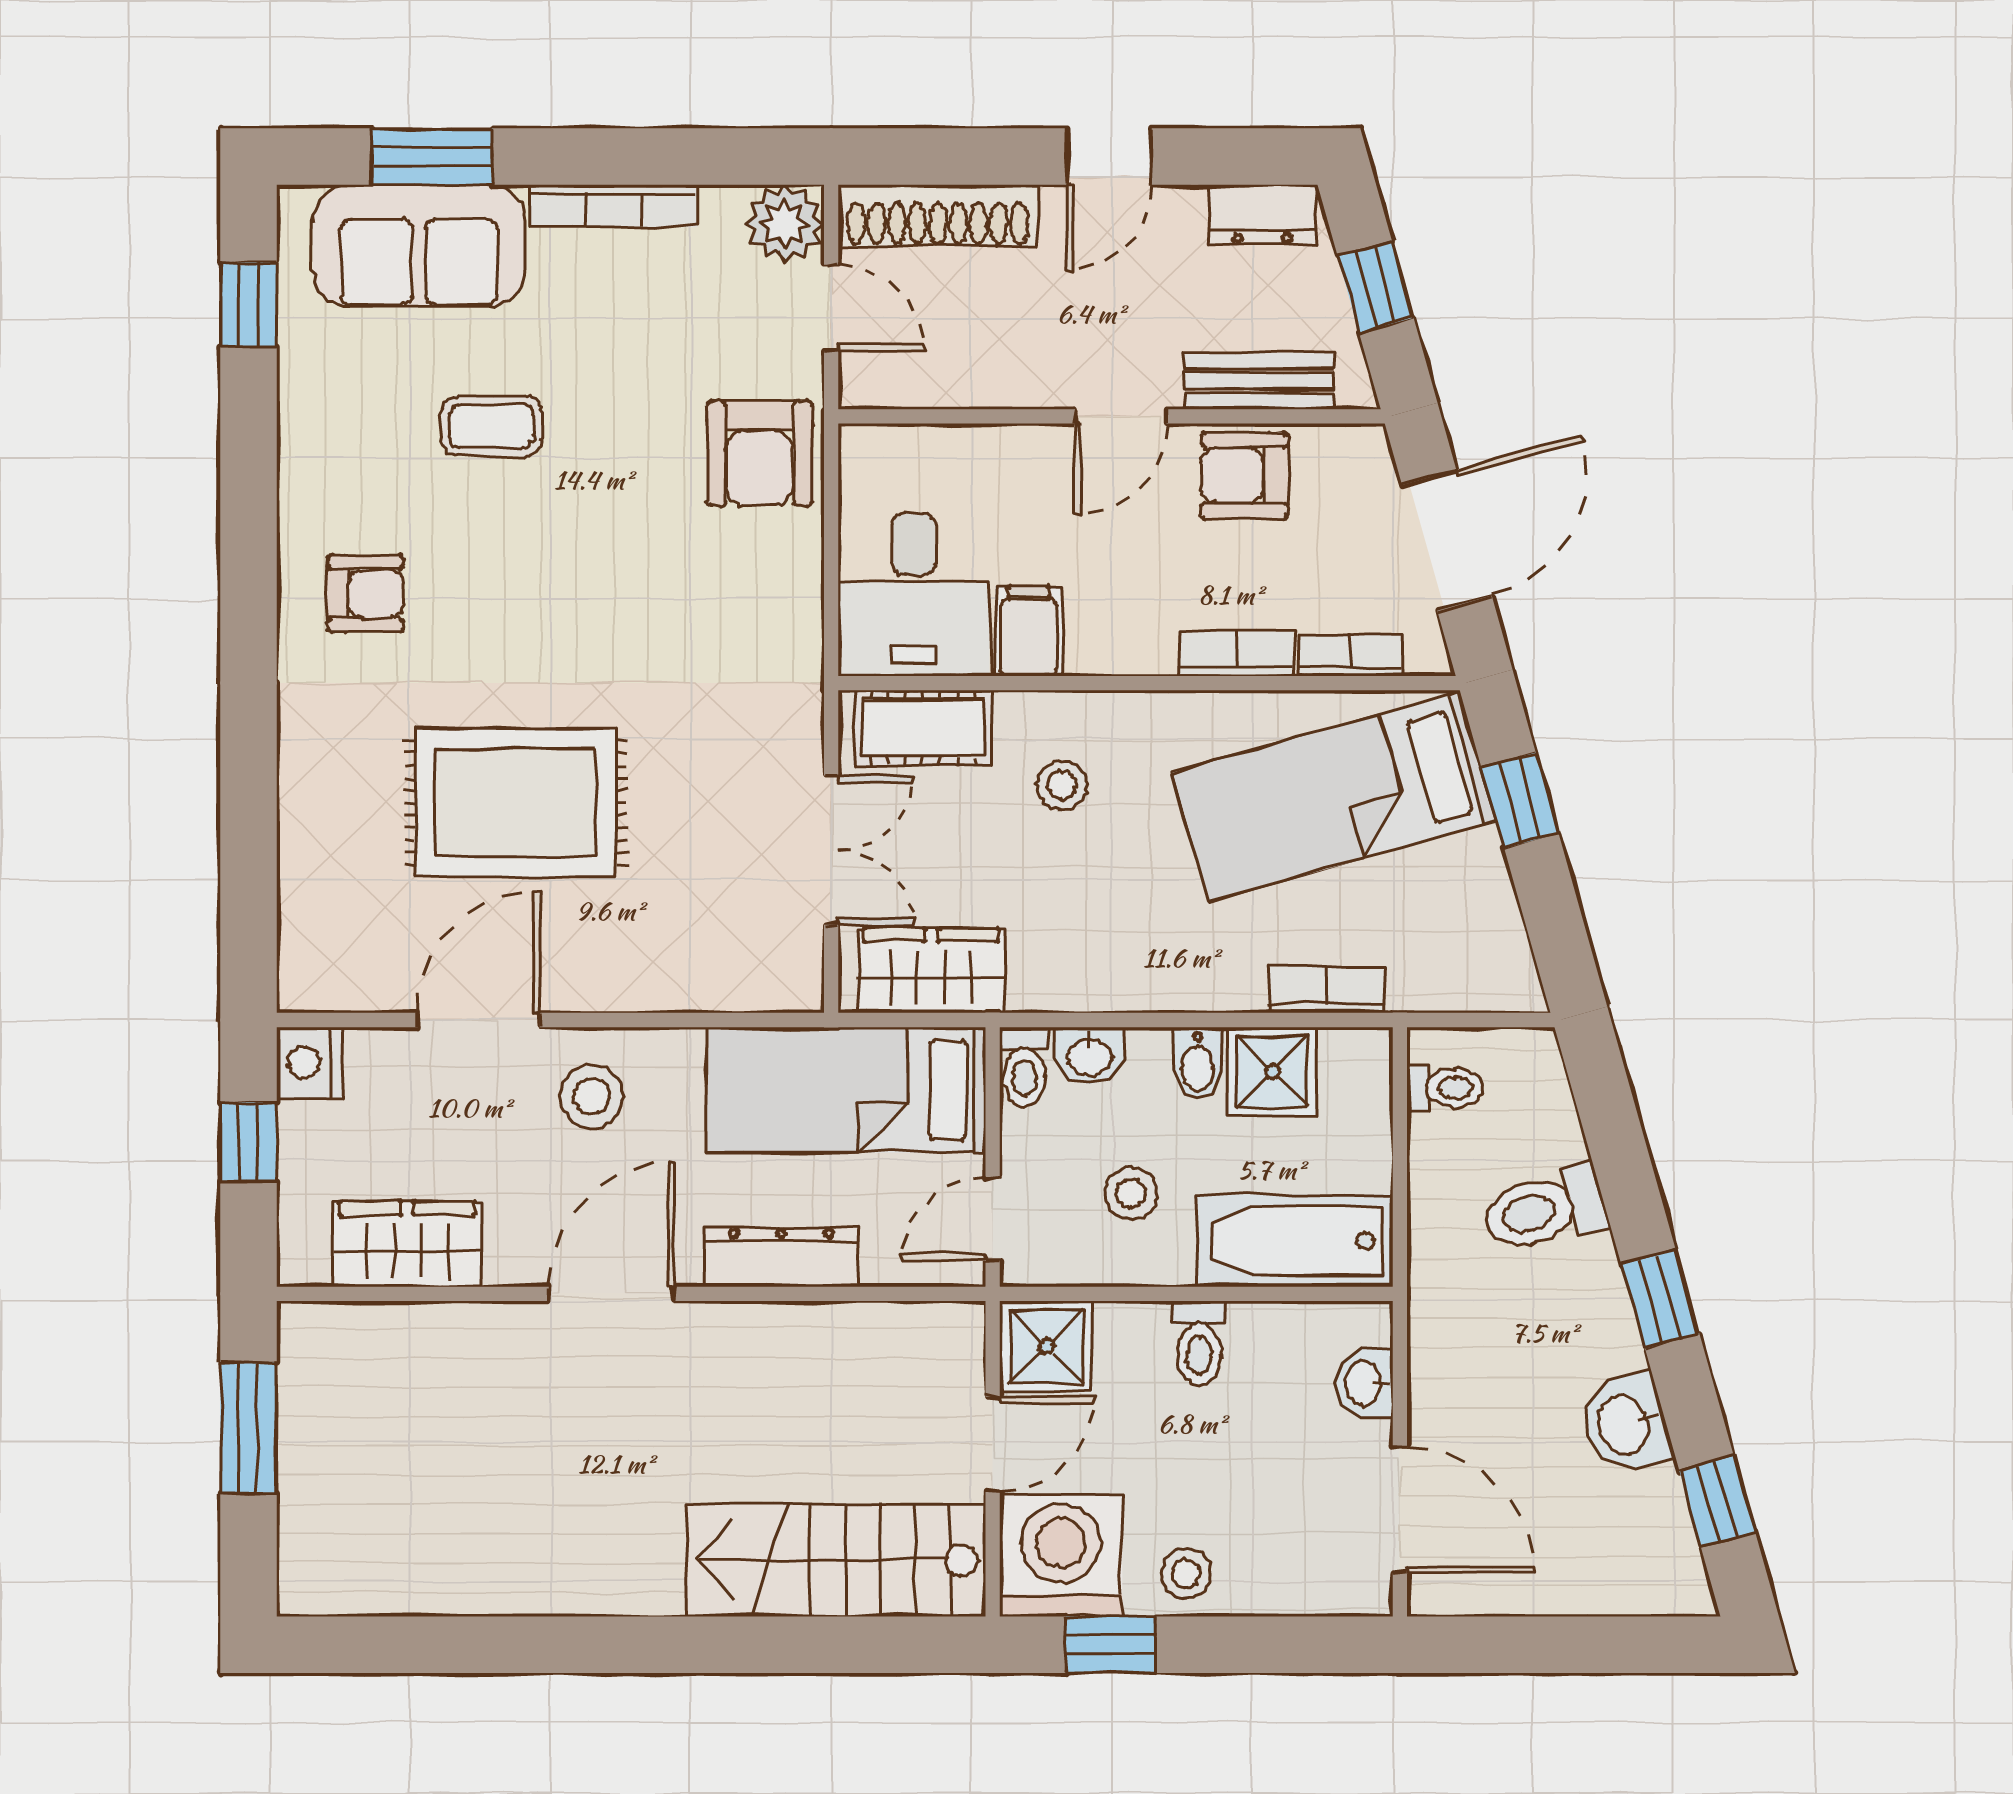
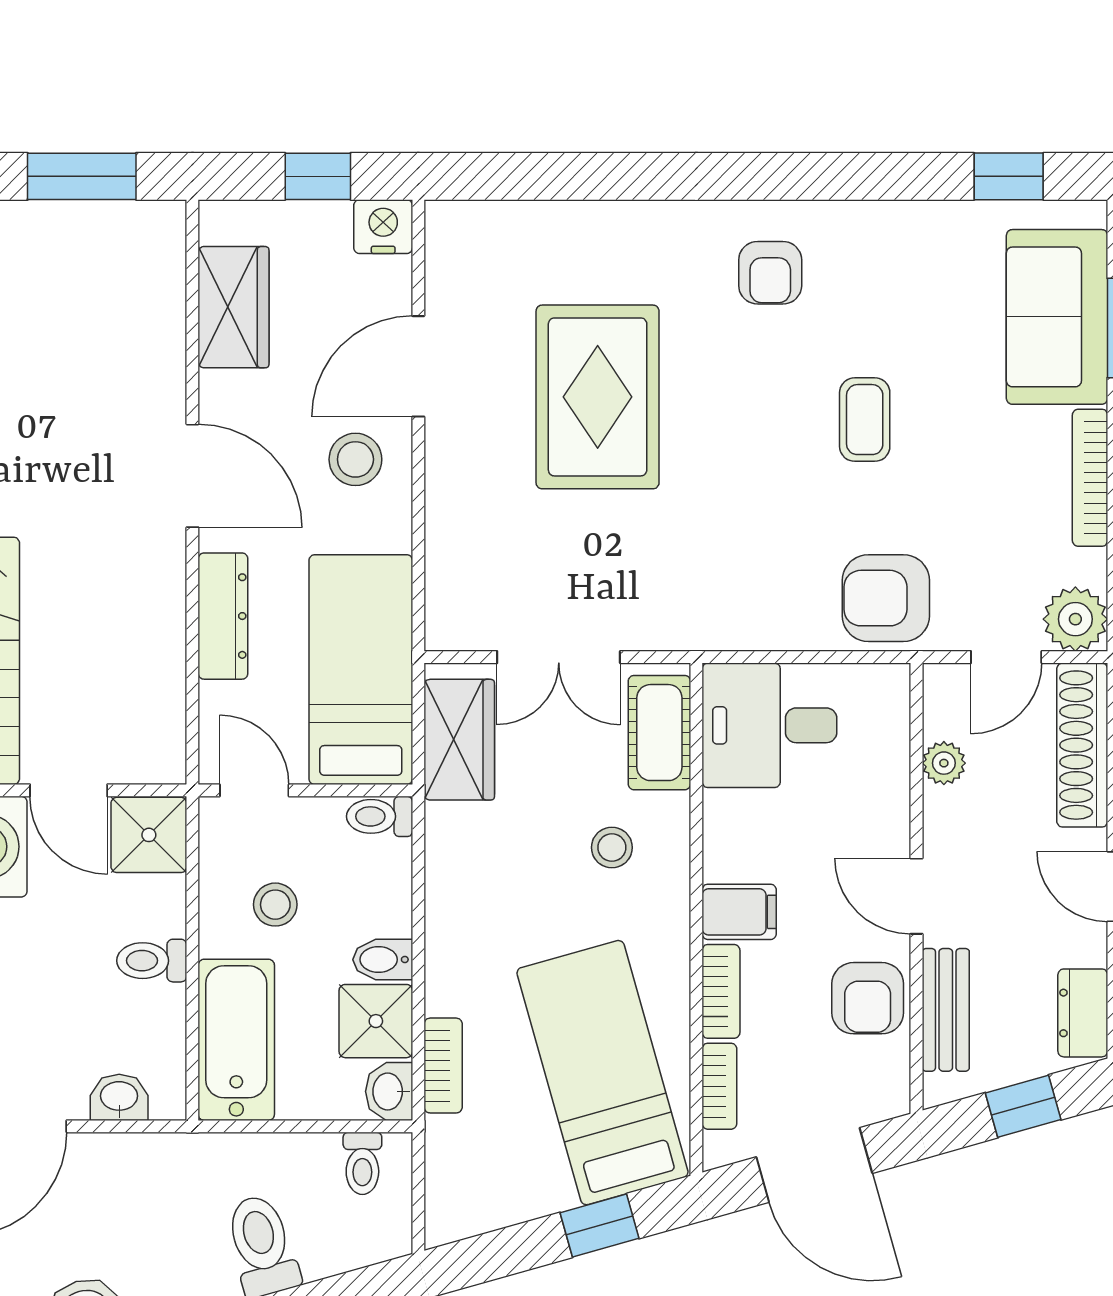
plant: (960, 383) -> (944, 763), added
coffee table: (492, 426) -> (865, 420), moved
armchair: (1244, 475) -> (868, 998), turned 180
filing cabinet: (1029, 631) -> (739, 912), moved
door: (479, 1020) -> (418, 366), swing flipped
washbasin: (1090, 1056) -> (389, 1091), moved

